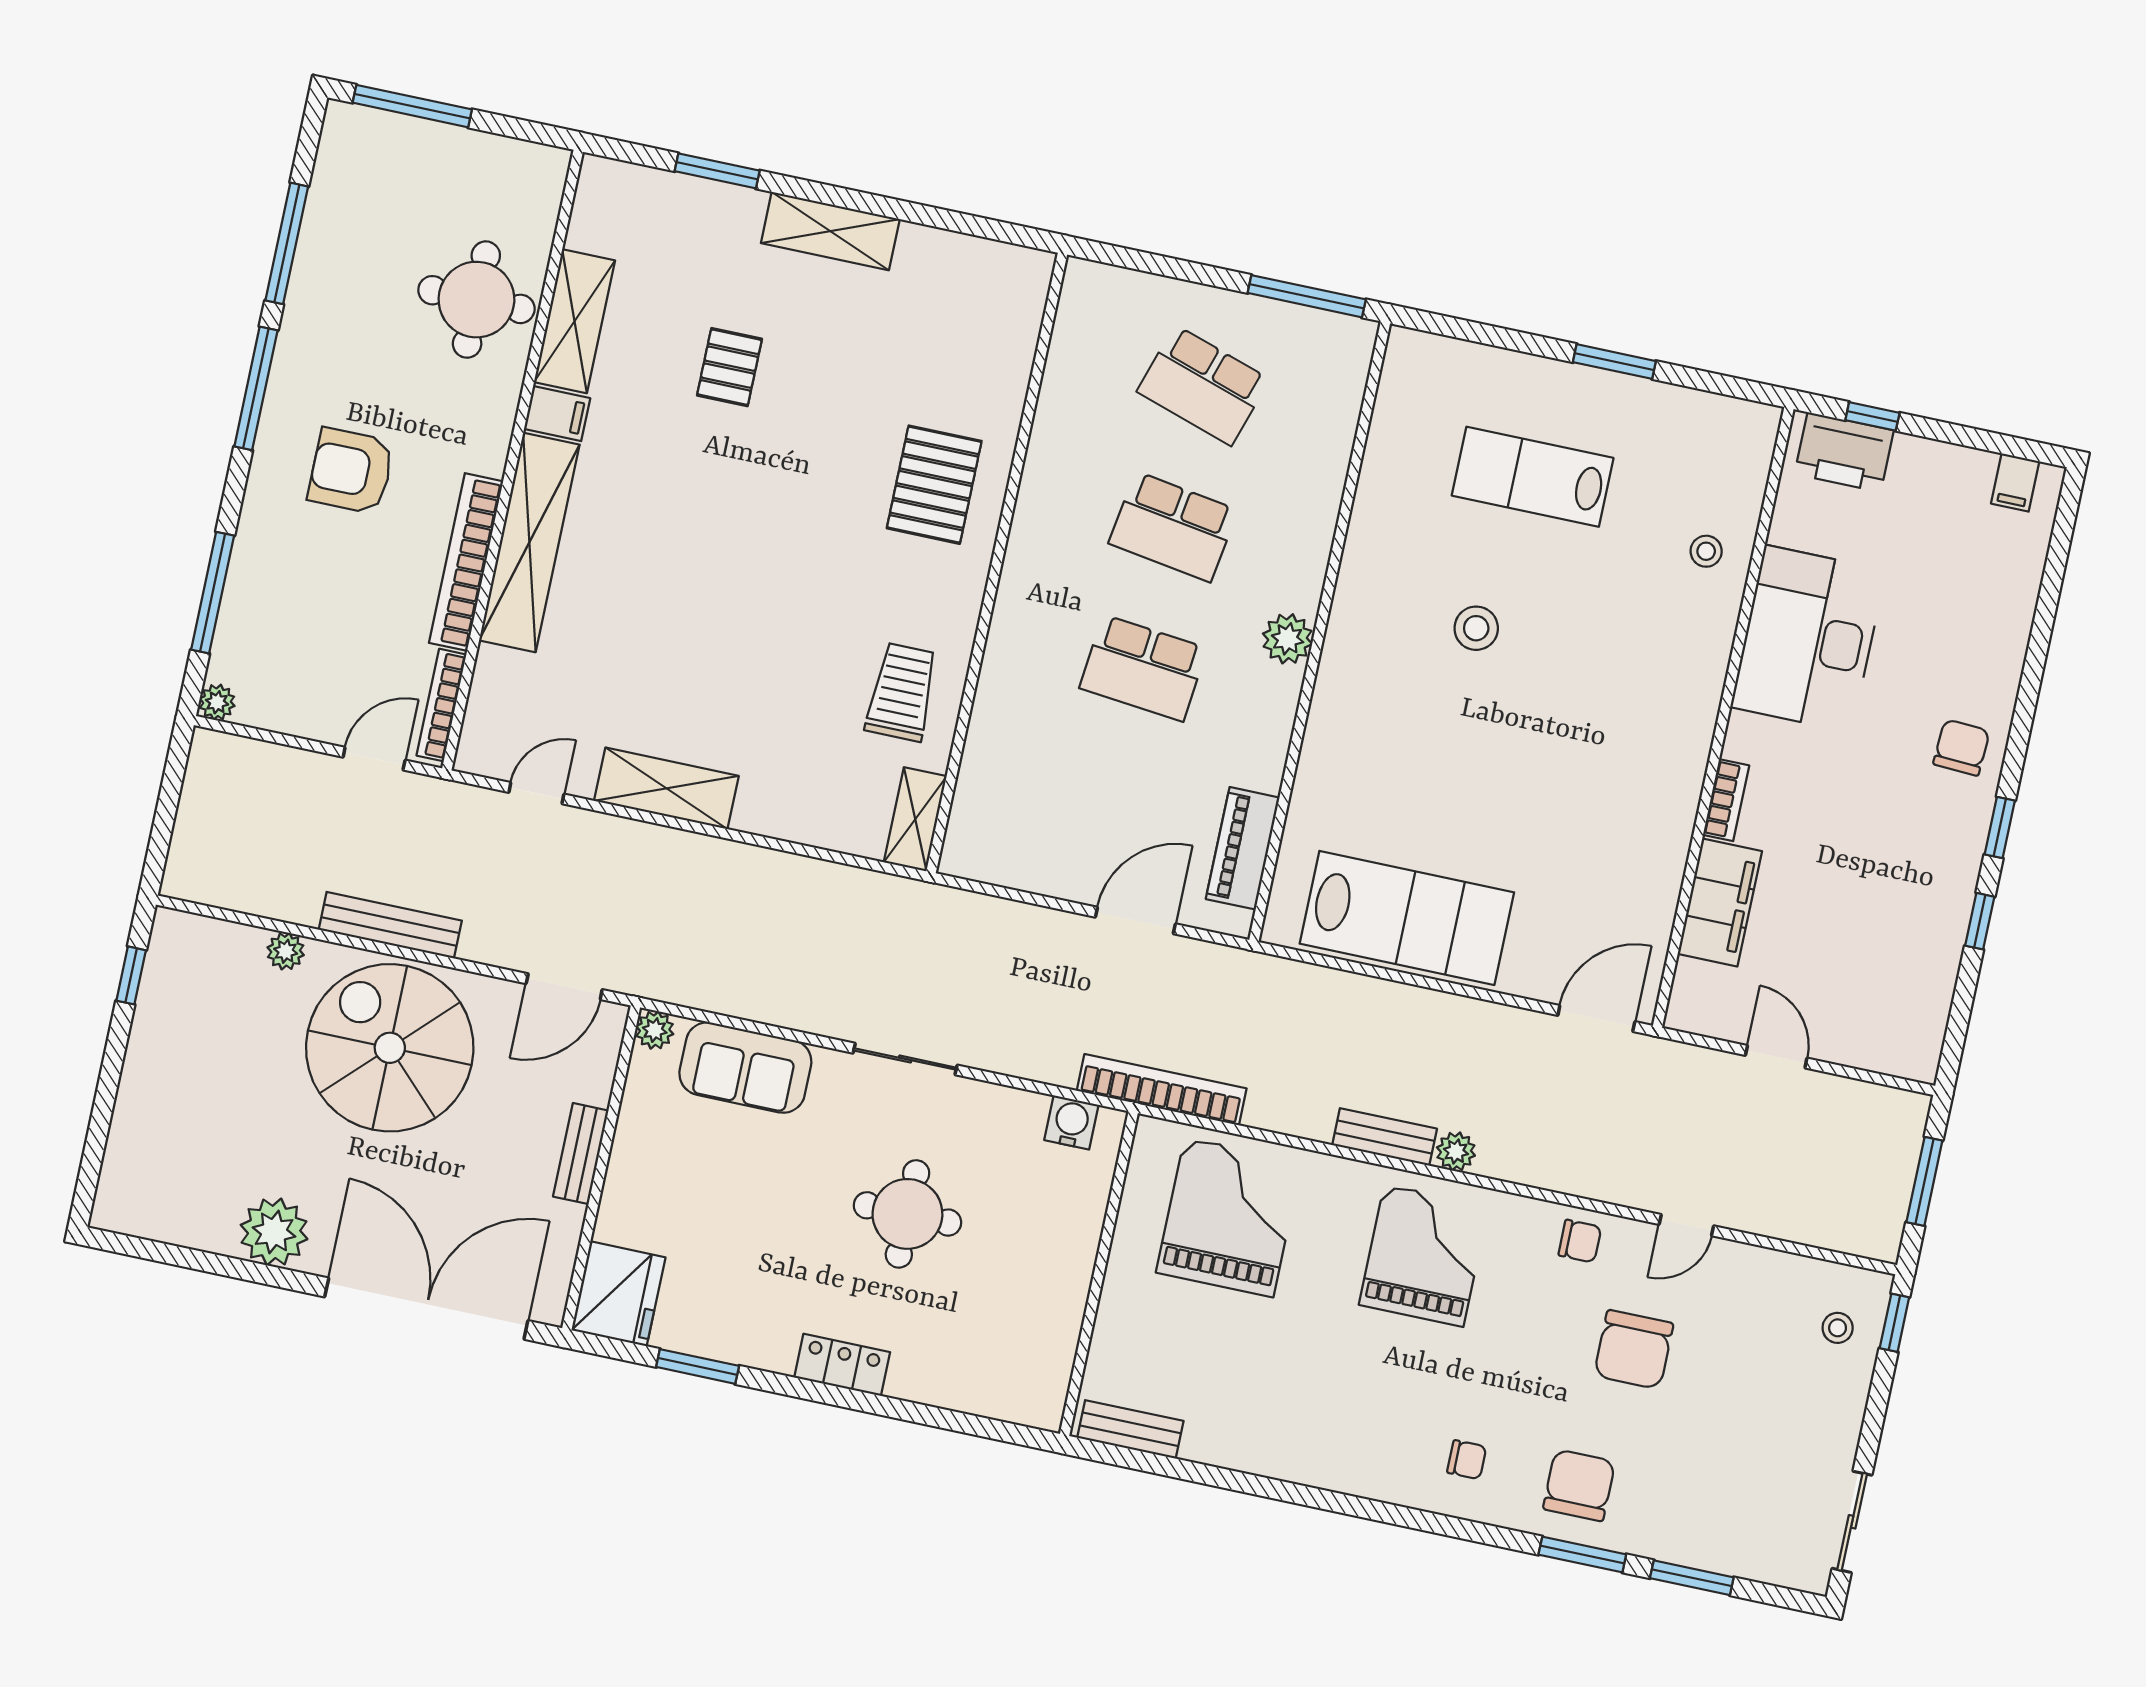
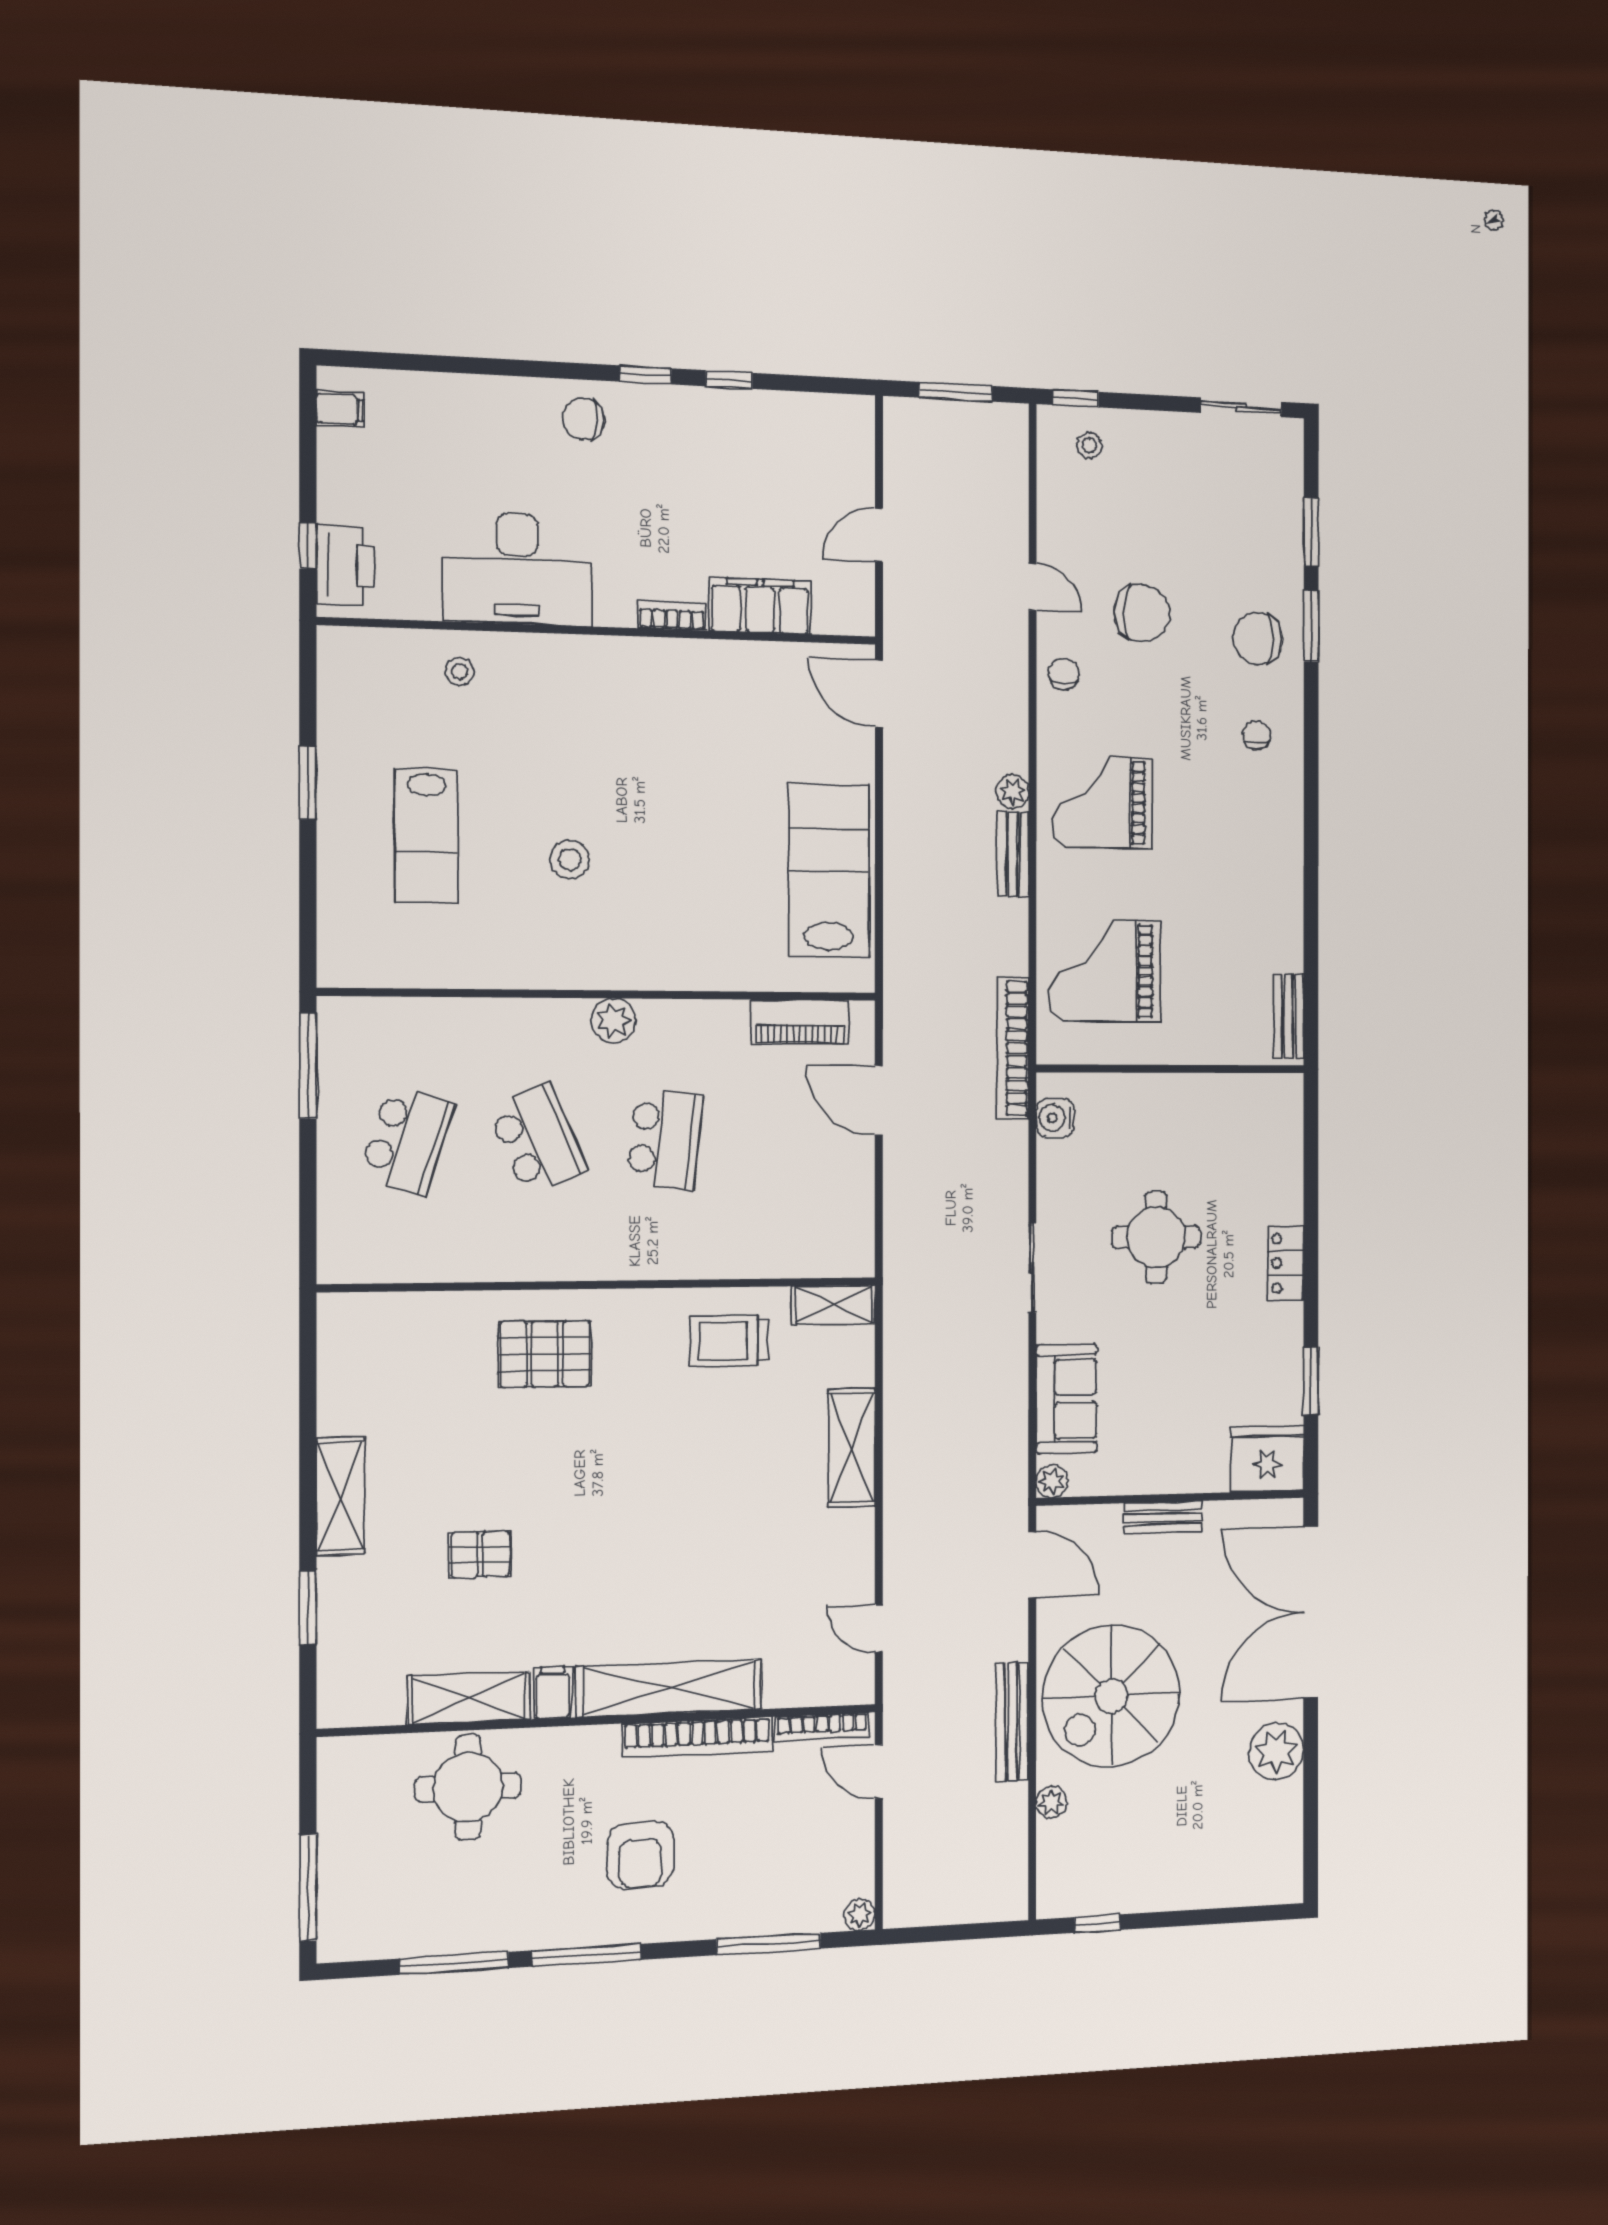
school desk: (1173, 527) -> (537, 1140), turned -33
shelving: (666, 788) -> (852, 1448), moved

